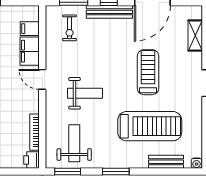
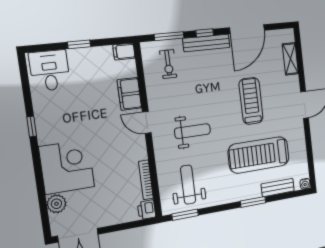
filing cabinet: (30, 29) -> (124, 52), moved
treadmill: (150, 126) -> (259, 155), turned 180
window: (116, 172) -> (253, 202), moved

